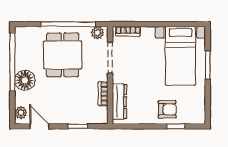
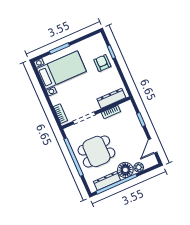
plant: (97, 33) -> (71, 134), removed
dresser: (21, 52) -> (107, 181), added
plant: (21, 113) -> (139, 167), moved

